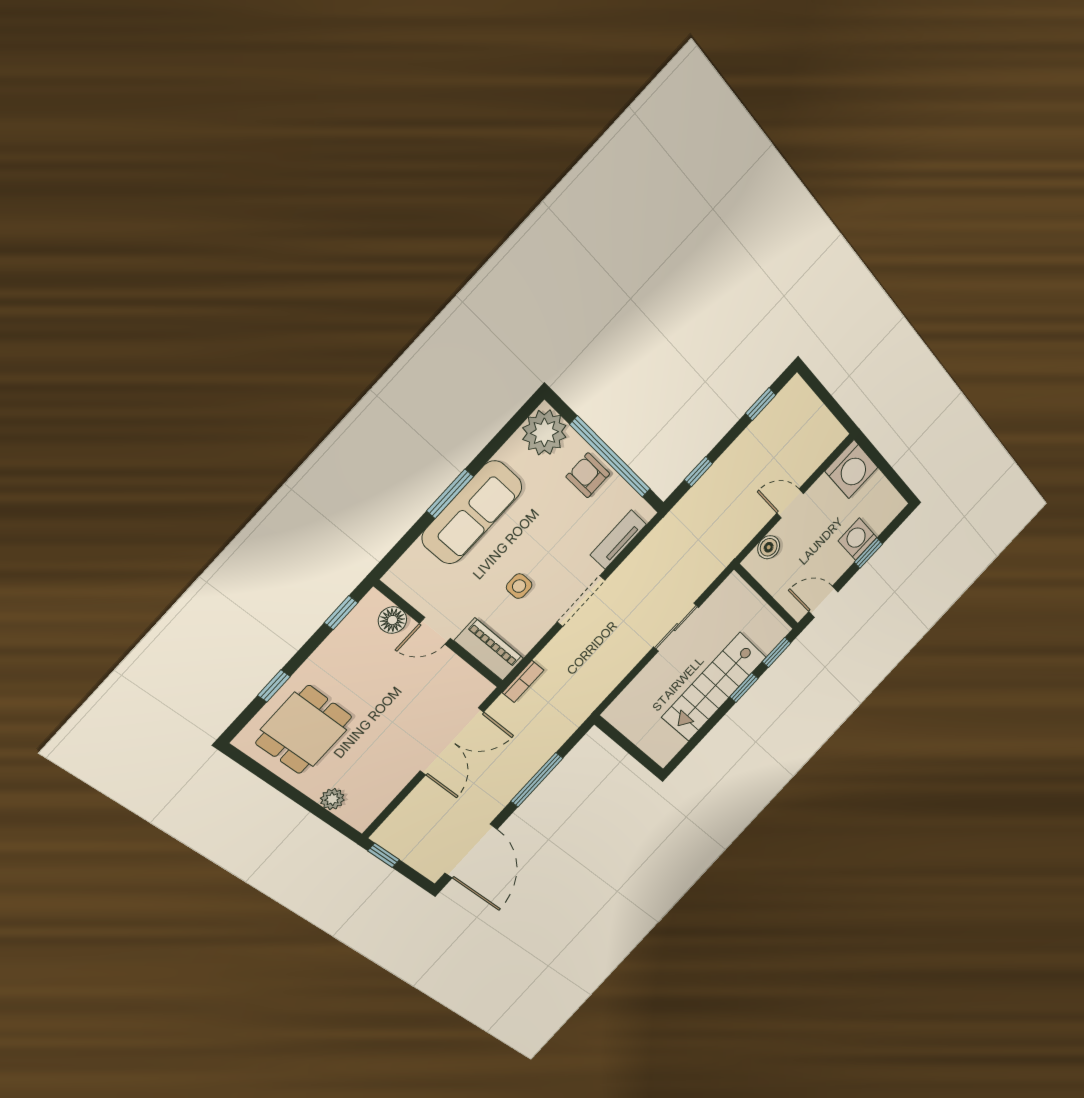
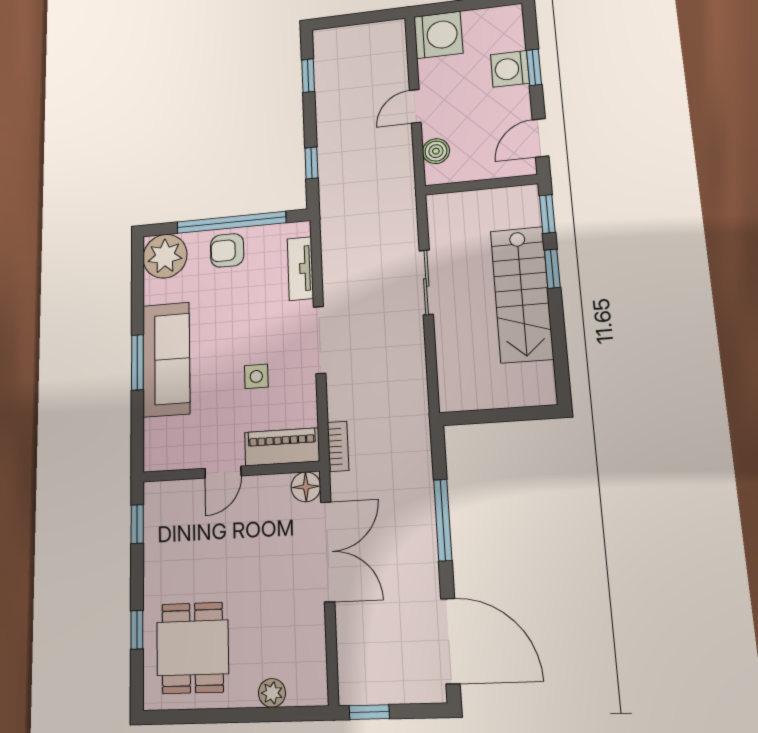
floor lamp: (392, 620) -> (306, 487), moved

